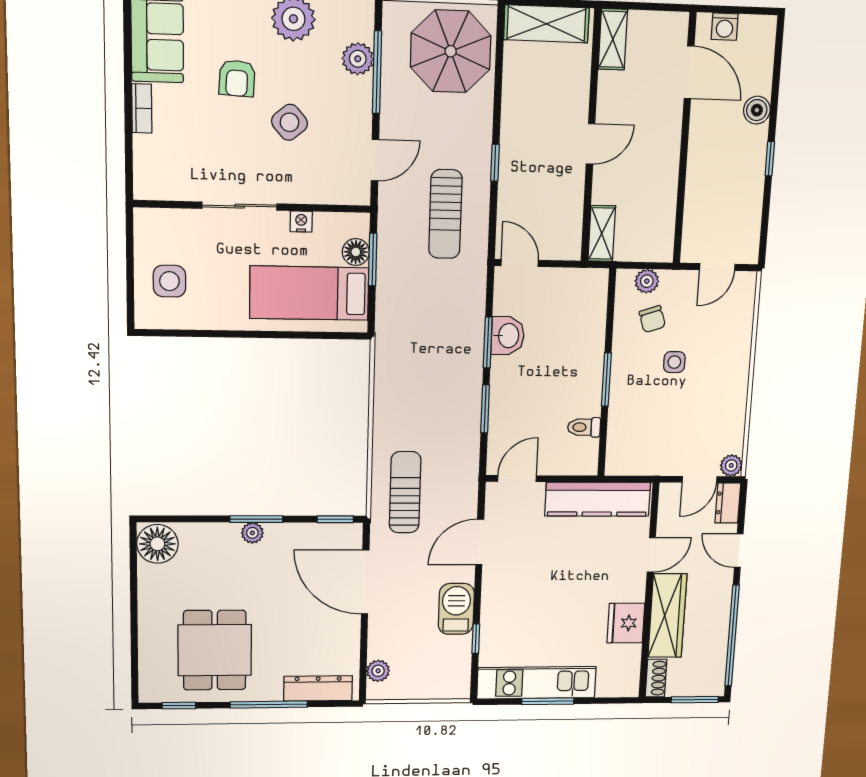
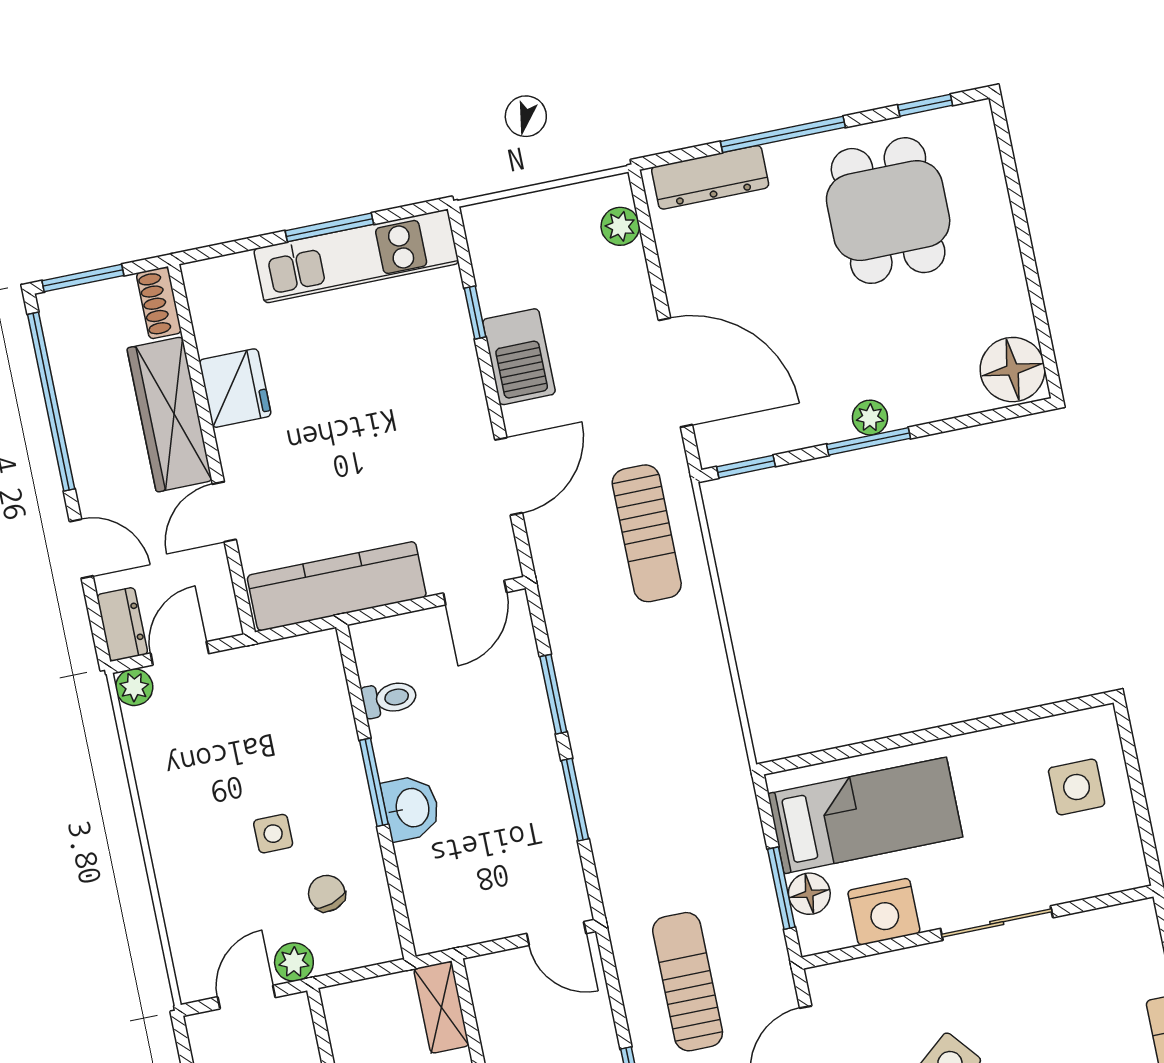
nightstand: (301, 222) -> (884, 912), width x1.89, depth x1.79
plant: (647, 281) -> (294, 962), moved
washbasin: (508, 336) -> (411, 808), moved, turned 180

